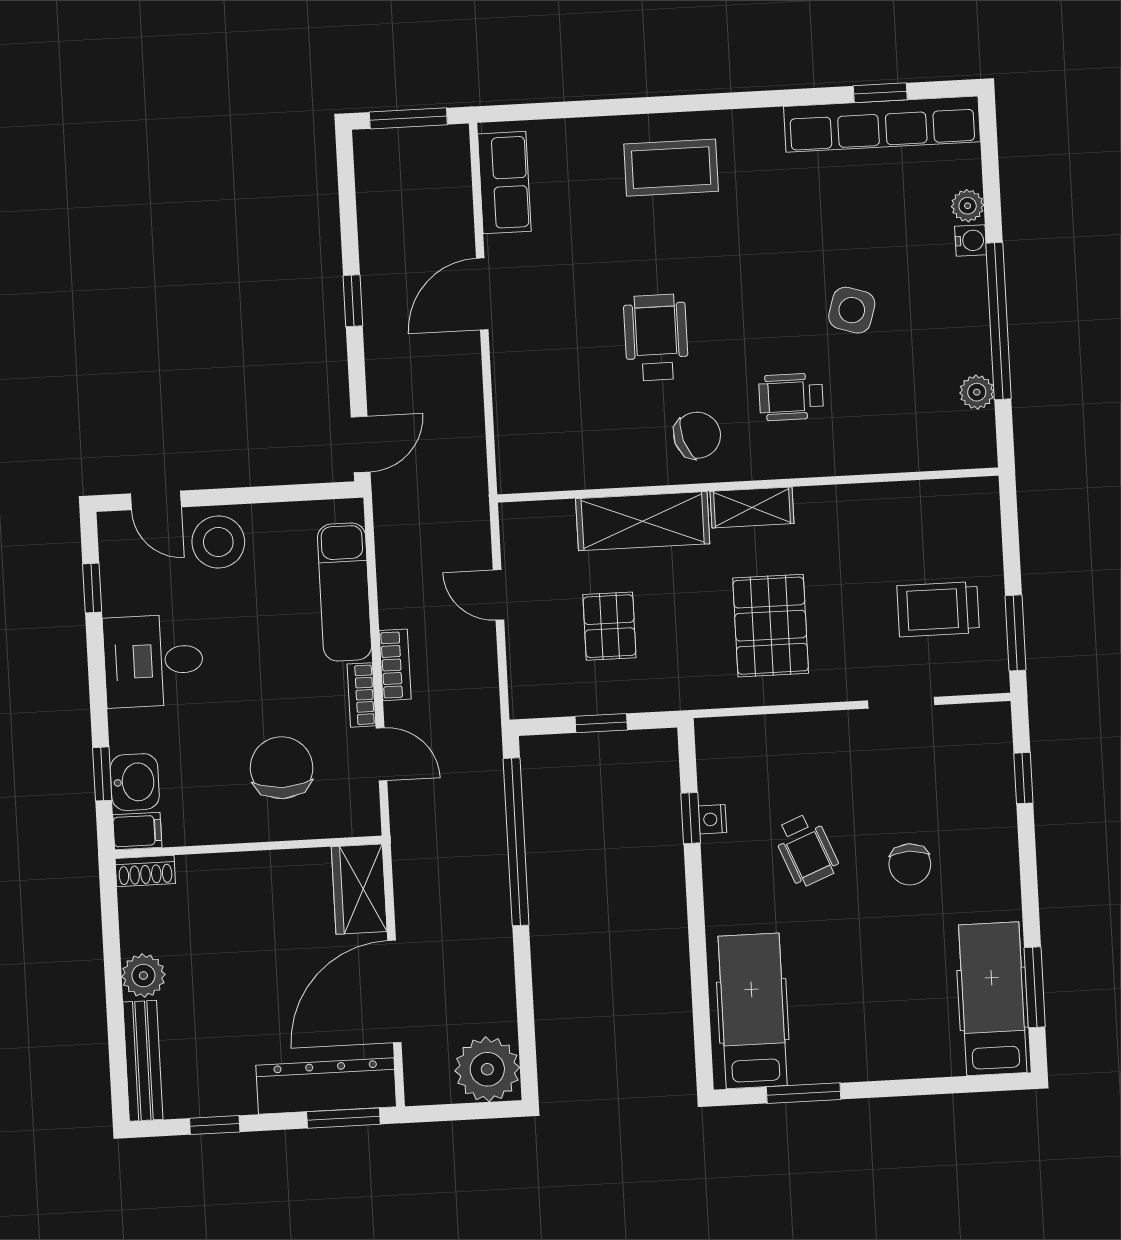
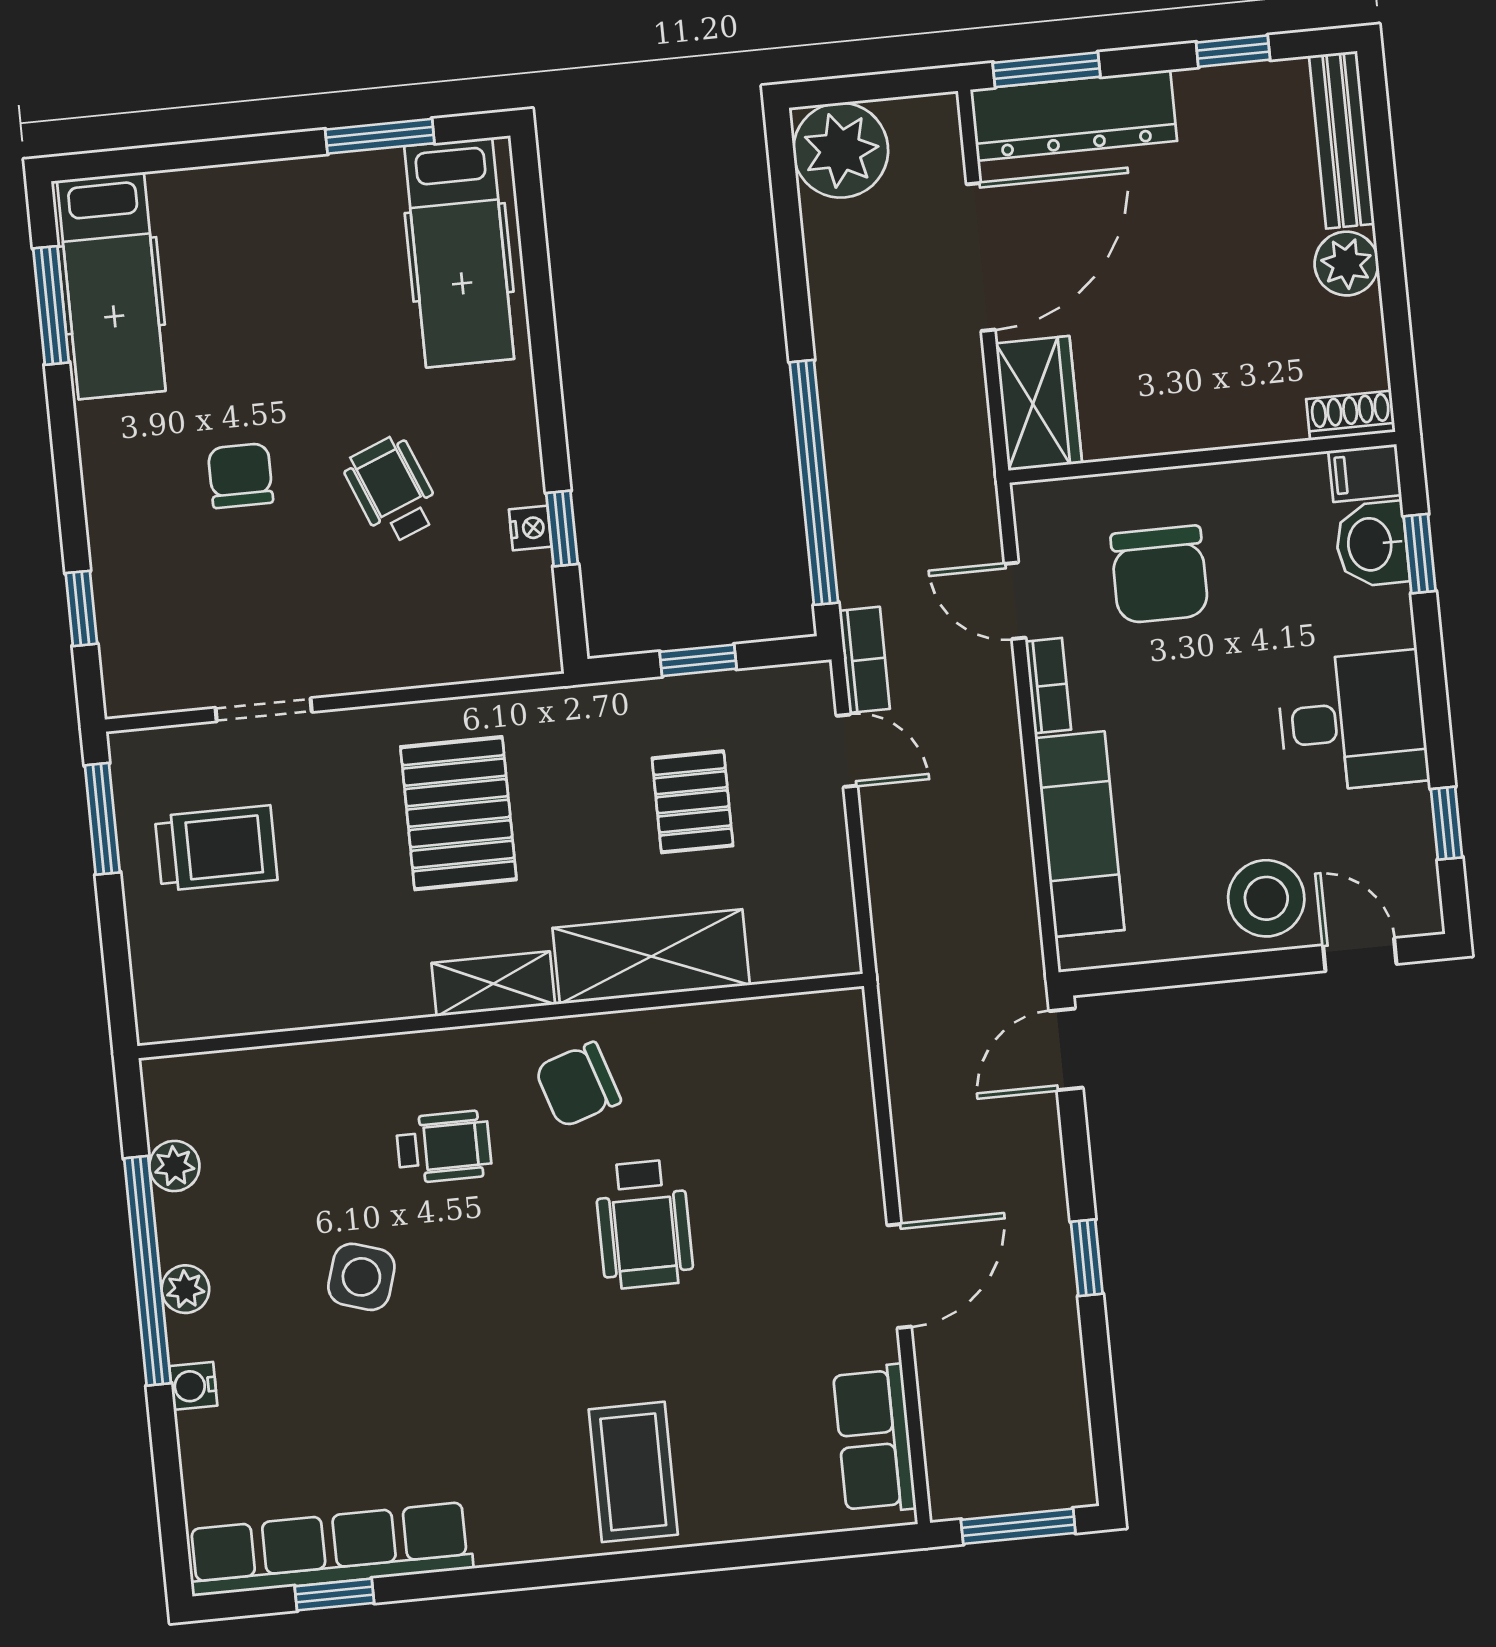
coffee table: (671, 168) -> (633, 1472), turned 90
plant: (968, 206) -> (185, 1289), moved
door: (499, 595) -> (847, 751), moved
bookcase: (395, 665) -> (864, 660), moved, turned 180

